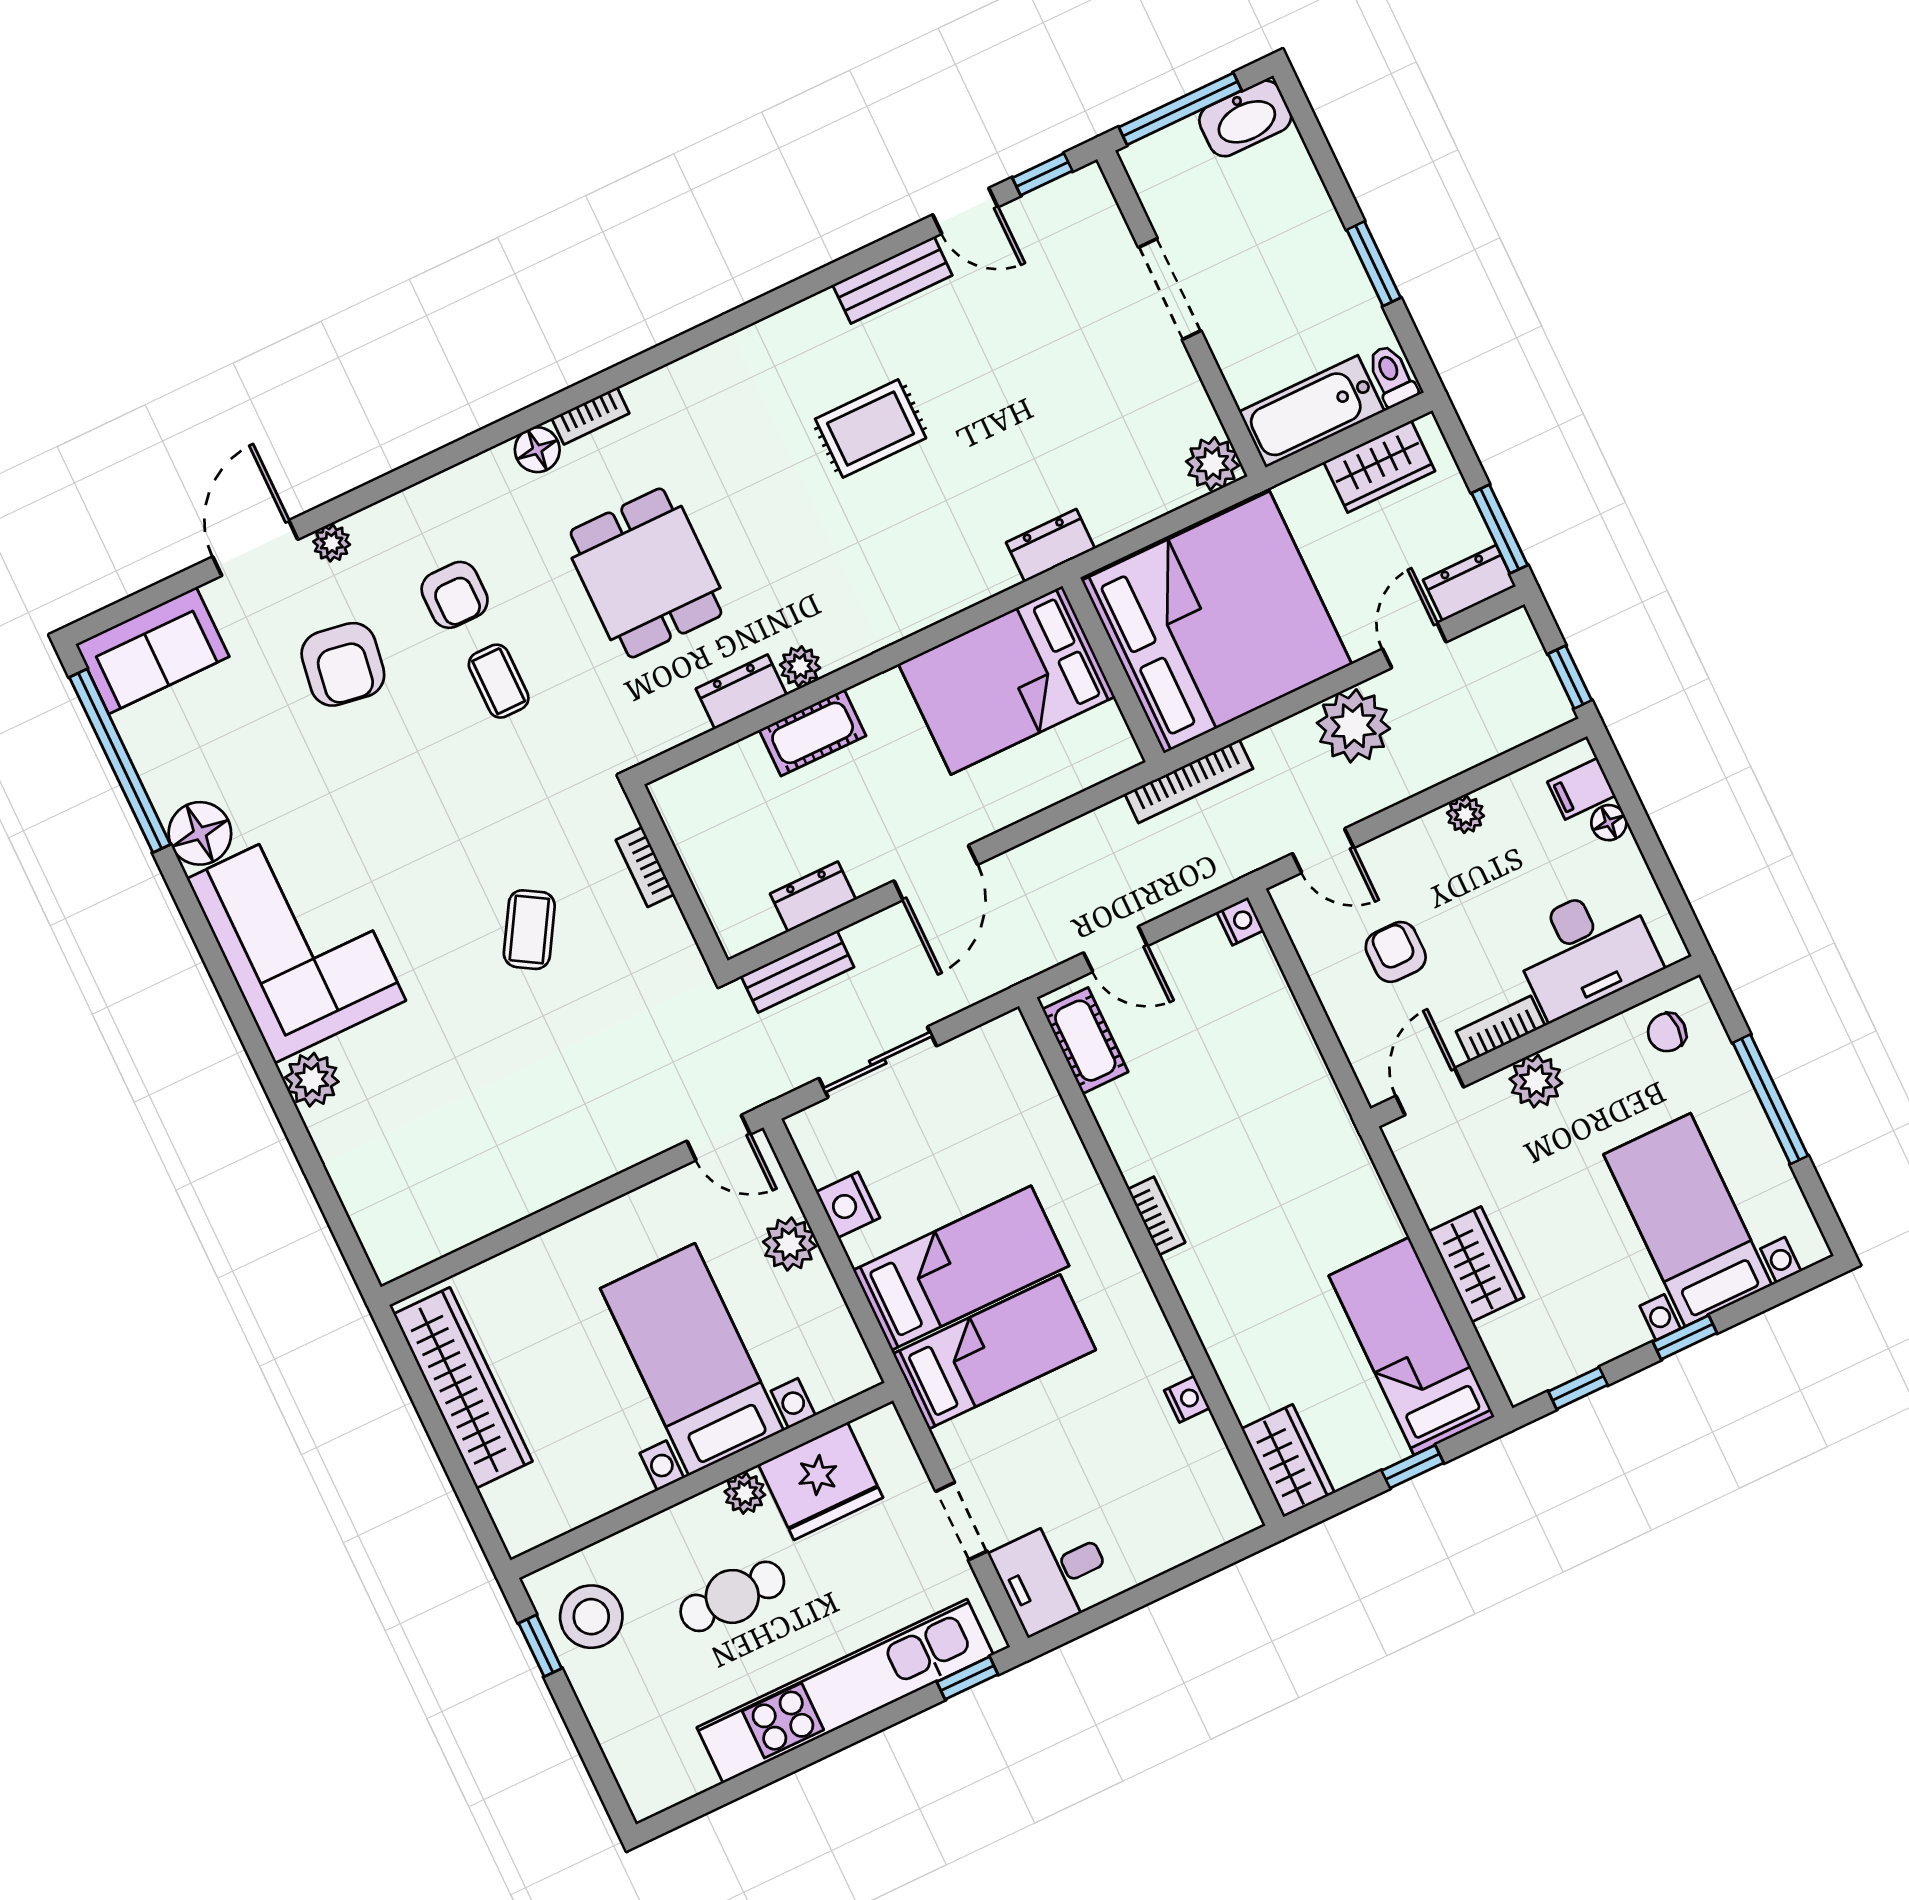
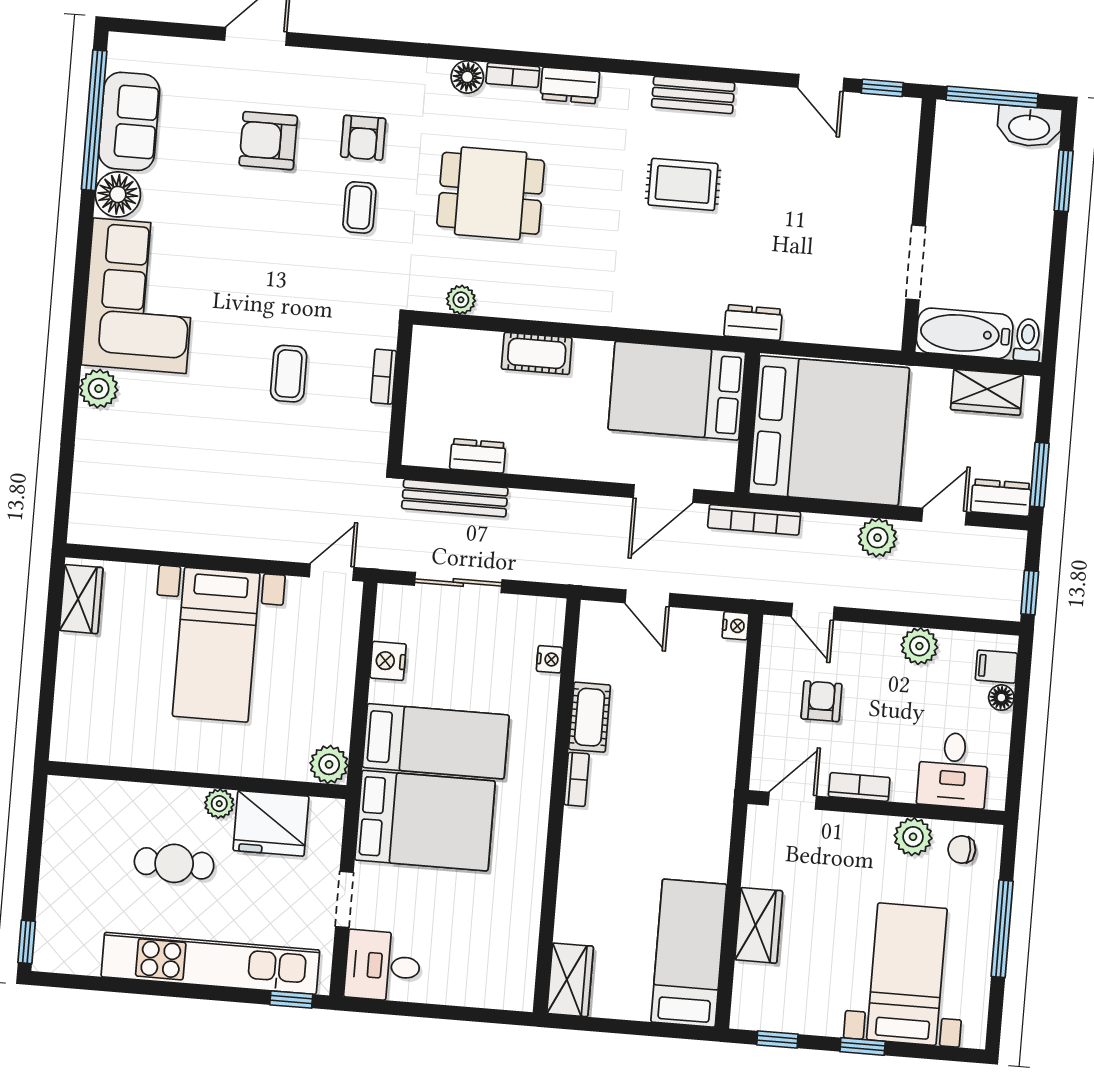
window: (1374, 264) -> (1064, 181), moved
bench: (892, 280) -> (693, 95), moved
doorway: (1170, 289) -> (916, 263), moved
plant: (1213, 464) -> (884, 330), removed
plant: (332, 543) -> (305, 61), removed
dining table: (646, 573) -> (491, 193), turned 90
sofa: (152, 650) -> (129, 121), moved, turned -90
armchair: (343, 664) -> (268, 141), turned 81
plant: (800, 666) -> (461, 300), moved
dresser: (741, 692) -> (570, 85), moved, turned 180
plant: (1353, 726) -> (877, 538), width x0.73, depth x0.73
plant: (1465, 814) -> (919, 646), width x1.38, depth x1.38
door: (936, 873) -> (664, 493), moved
coffee table: (529, 930) -> (289, 374), turned -31
desk: (1585, 950) -> (953, 770), width x0.73
bench: (797, 972) -> (455, 498), width x1.36
cot: (1085, 1041) -> (590, 717), moved
plant: (1536, 1081) -> (913, 837), moved
door: (719, 1138) -> (332, 572), swing flipped
plant: (789, 1244) -> (329, 764), moved
bed: (994, 1352) -> (425, 821), width x1.50
bed with nightstands: (692, 1359) -> (216, 645), moved, turned 180
wardrobe: (463, 1388) -> (81, 599), width x0.48, depth x0.85
nightstand: (1187, 1399) -> (550, 659), moved
window: (1413, 1467) -> (646, 1029), removed
stool: (591, 1617) -> (79, 825), removed
window: (540, 1646) -> (27, 942), moved

